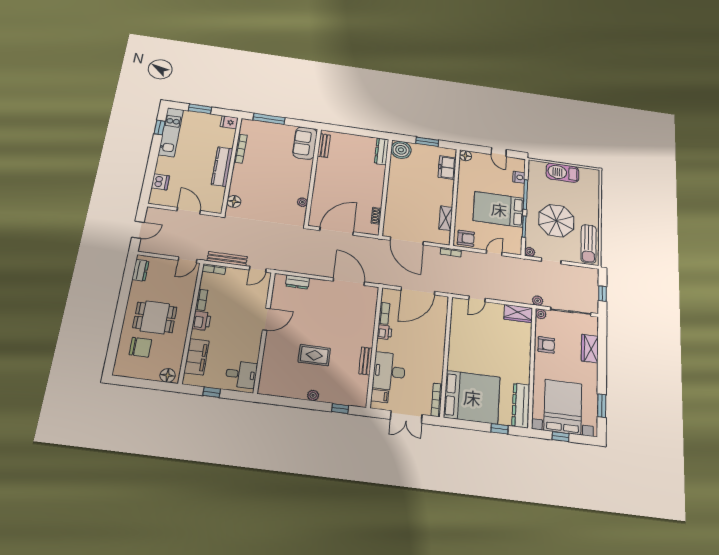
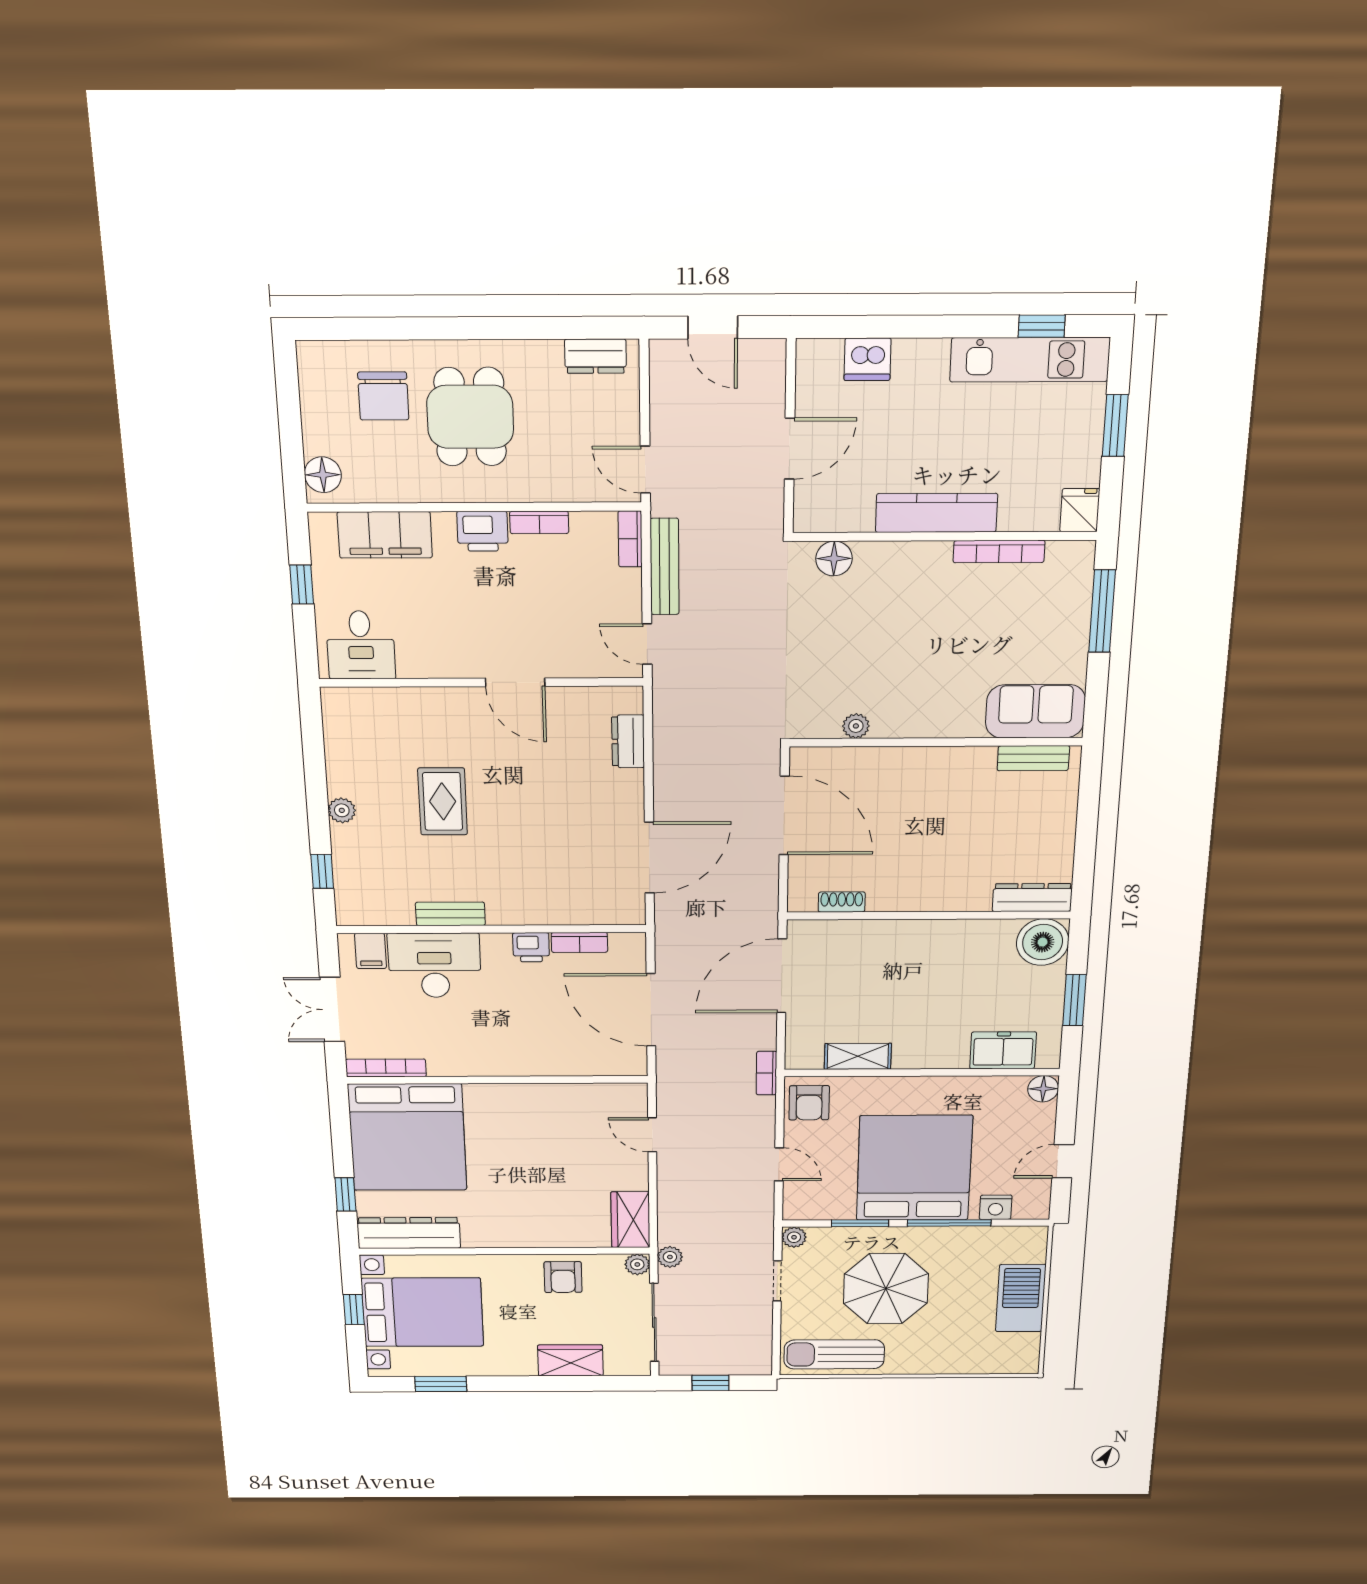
bed: (499, 209) -> (914, 1168), width x1.36

